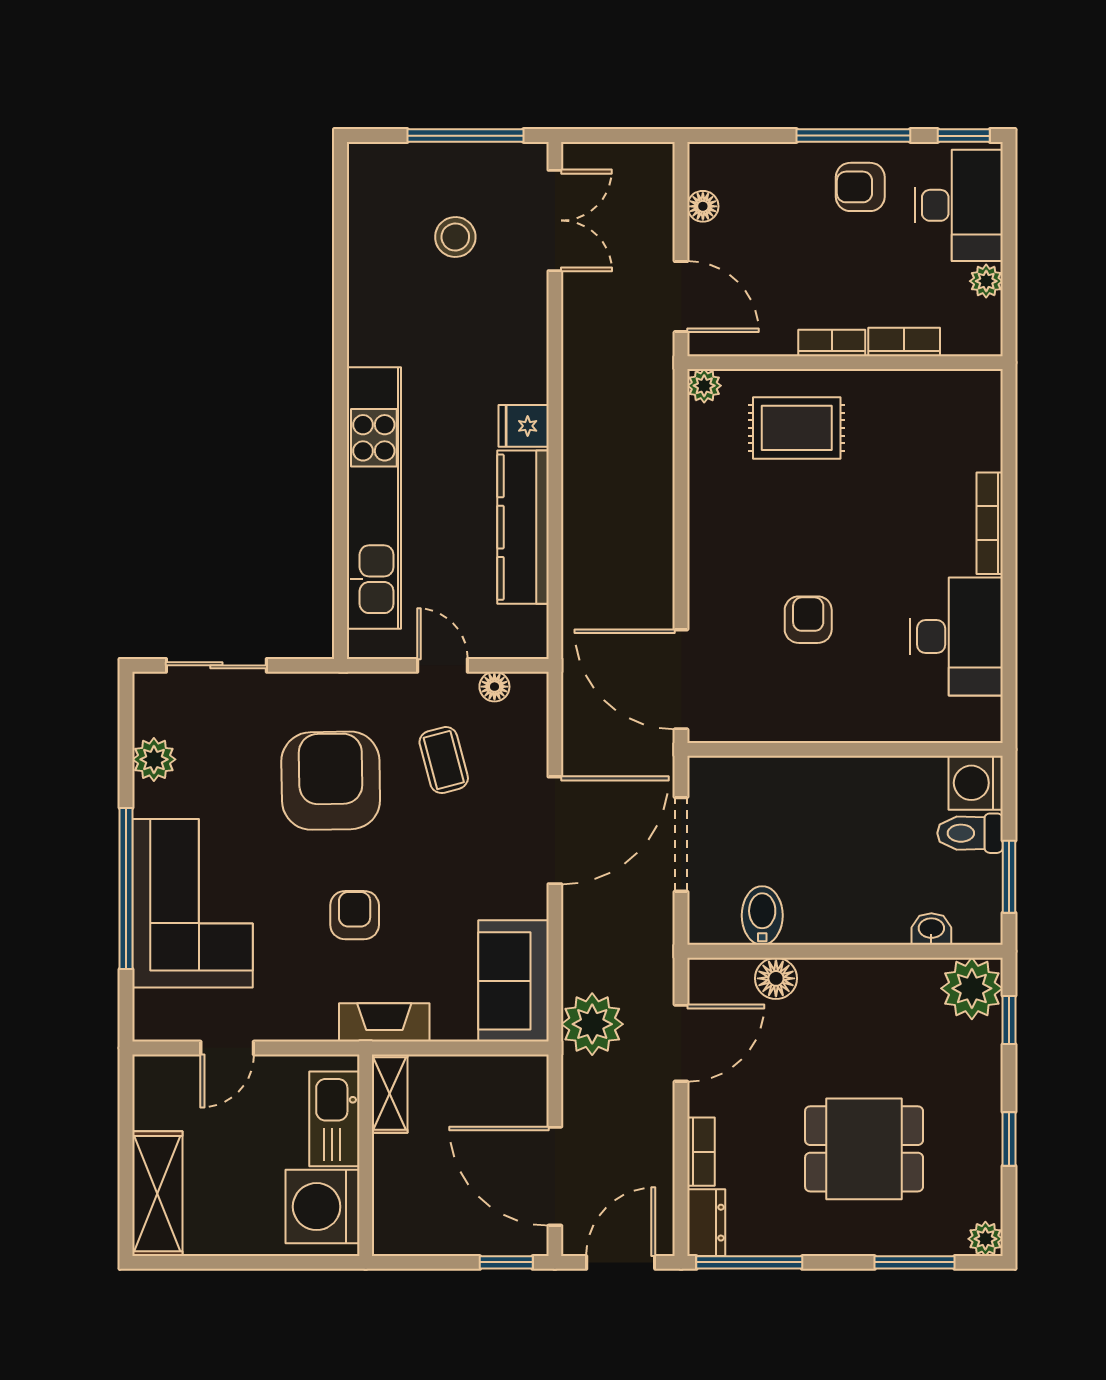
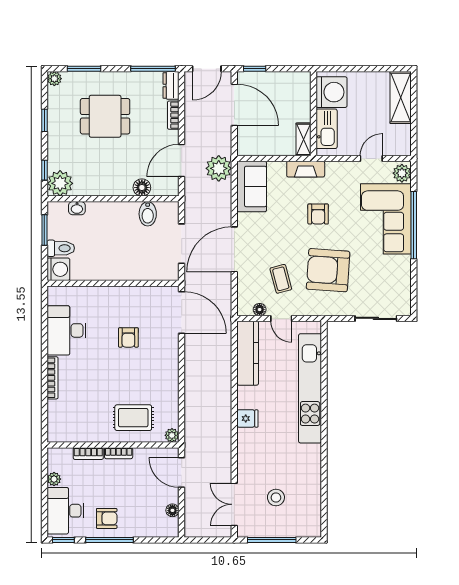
kitchen counter: (523, 527) -> (248, 353), moved
plant: (154, 759) -> (402, 173), moved
armchair: (331, 781) -> (328, 270), turned 95

